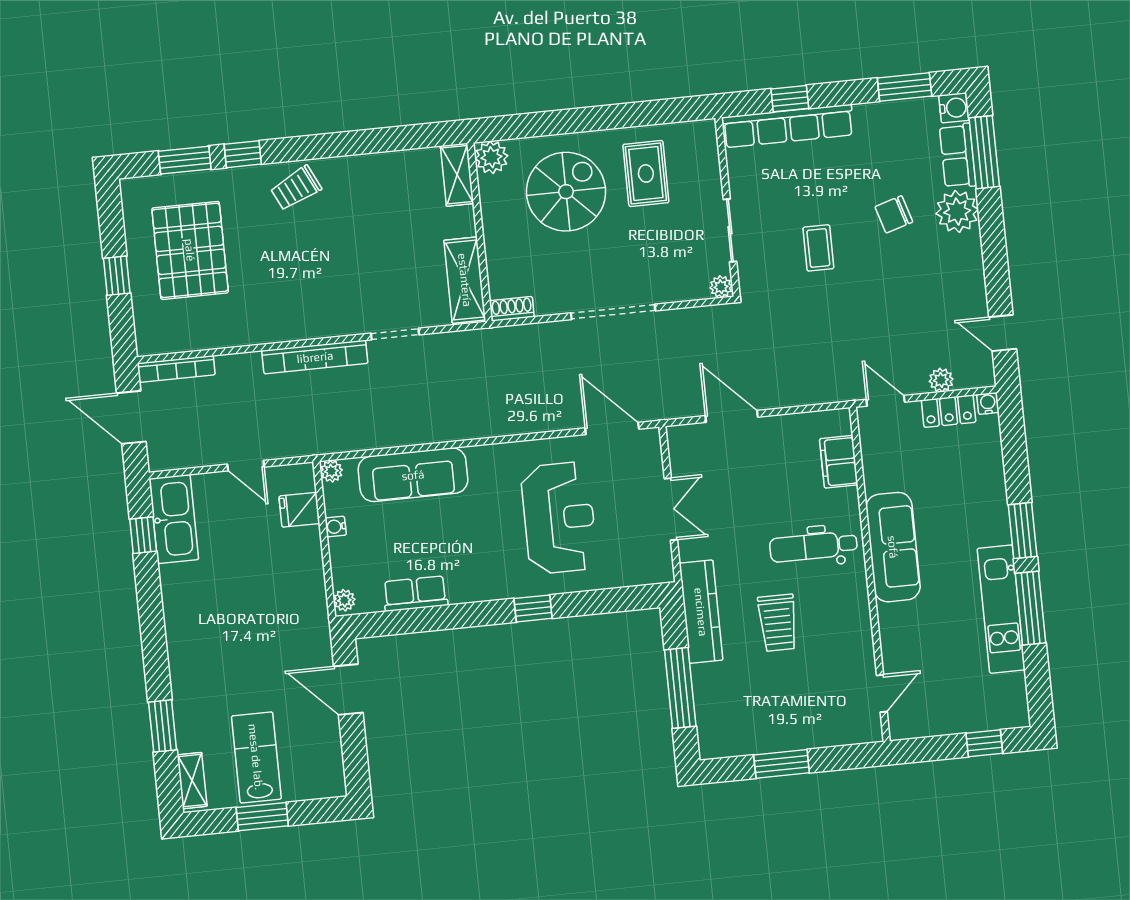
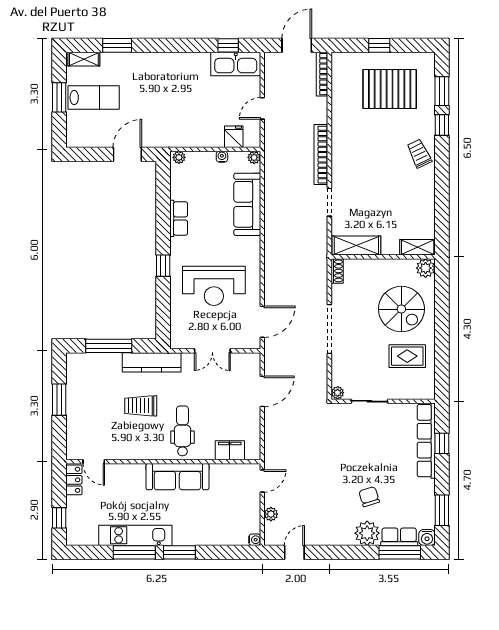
coffee table: (818, 248) -> (354, 451), removed
locker: (949, 411) -> (74, 480), moved, turned 180
row of seats: (415, 594) -> (179, 218), moved

